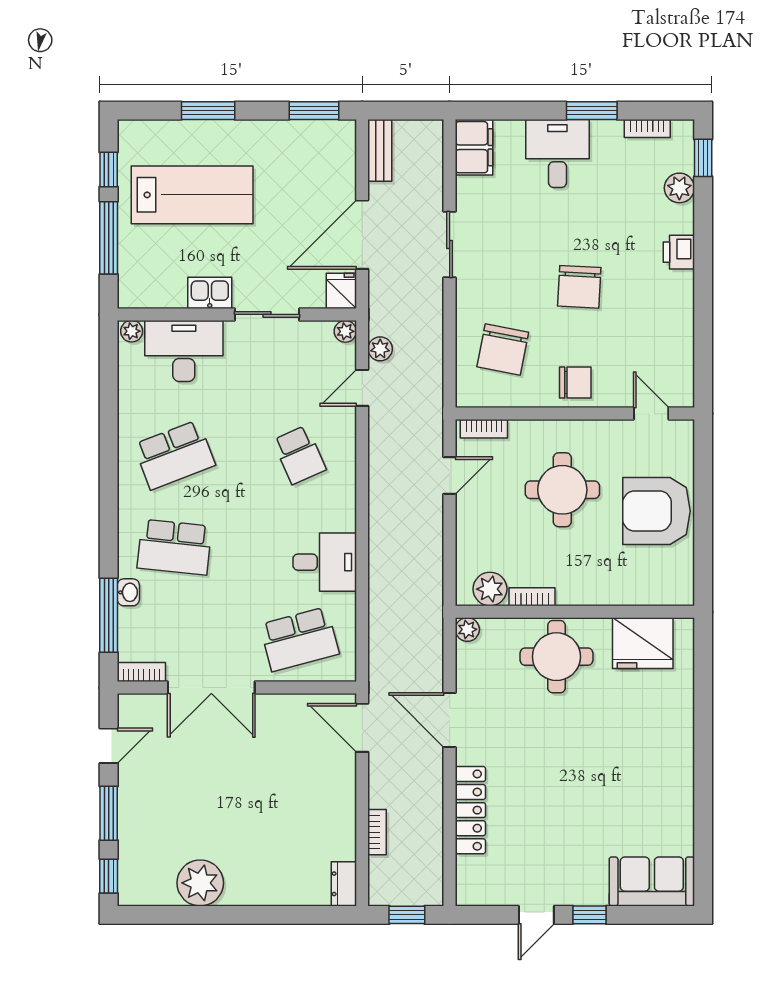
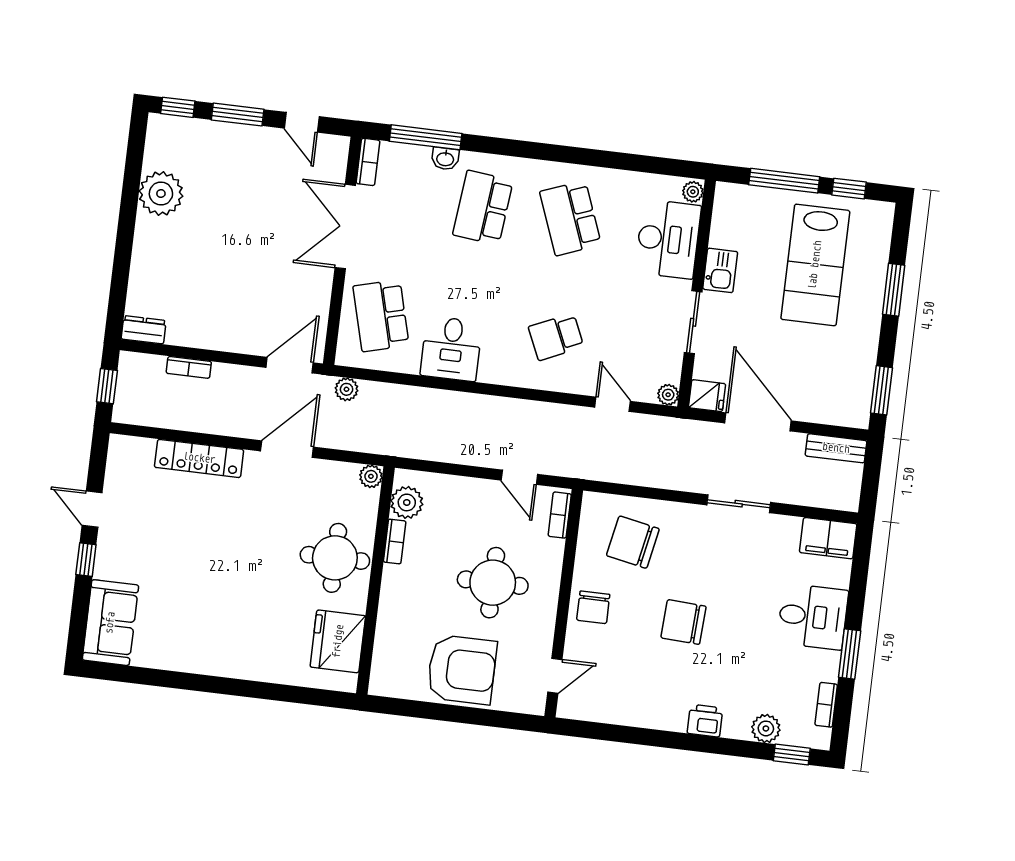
plant: (380, 349) -> (347, 389), moved
armchair: (656, 511) -> (462, 670), turned 90

